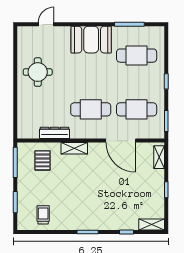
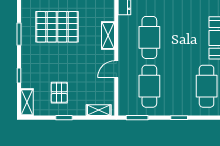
door: (121, 141) -> (116, 69), width x0.53
shelving: (74, 148) -> (108, 35), moved
pallet: (143, 194) -> (59, 93), added
pallet: (81, 196) -> (57, 27), added

